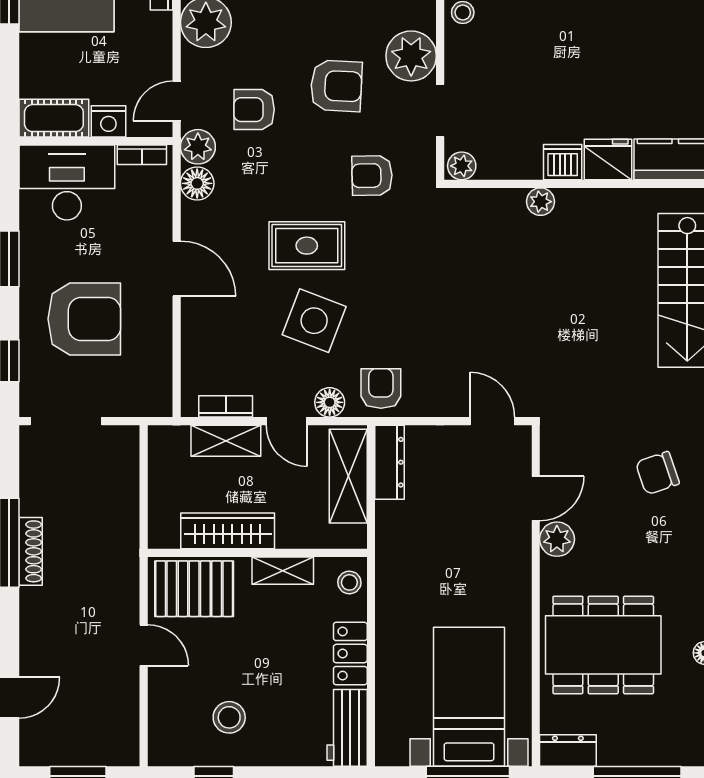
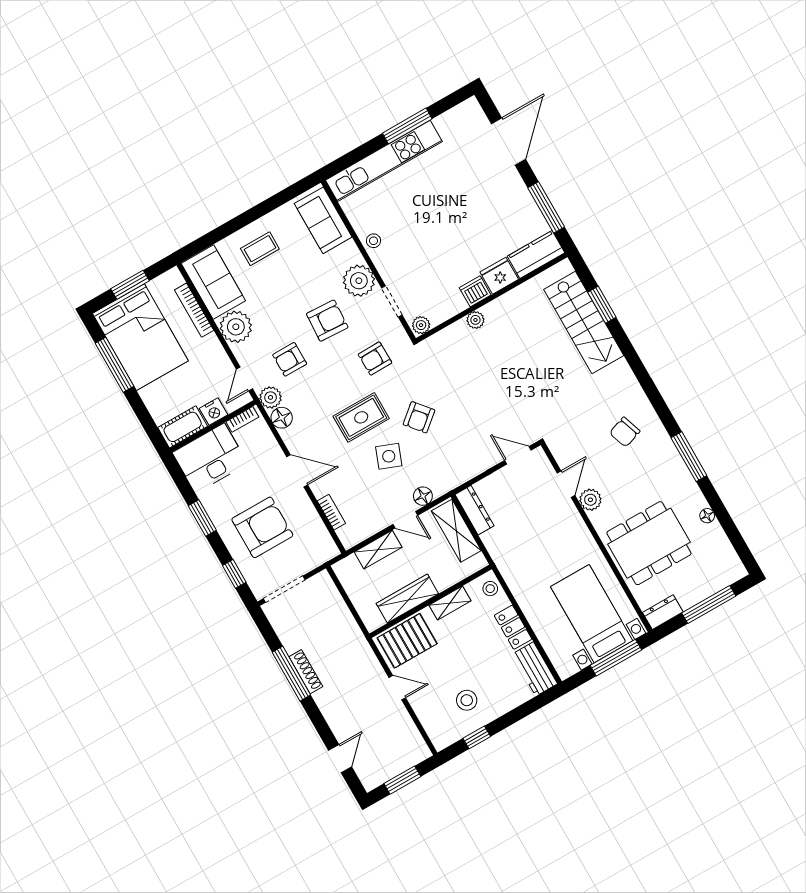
side table: (314, 321) -> (389, 456), width x0.73, depth x0.73
armchair: (381, 388) -> (419, 417), moved, turned -130
bookcase: (226, 406) -> (331, 512), moved, turned 90

